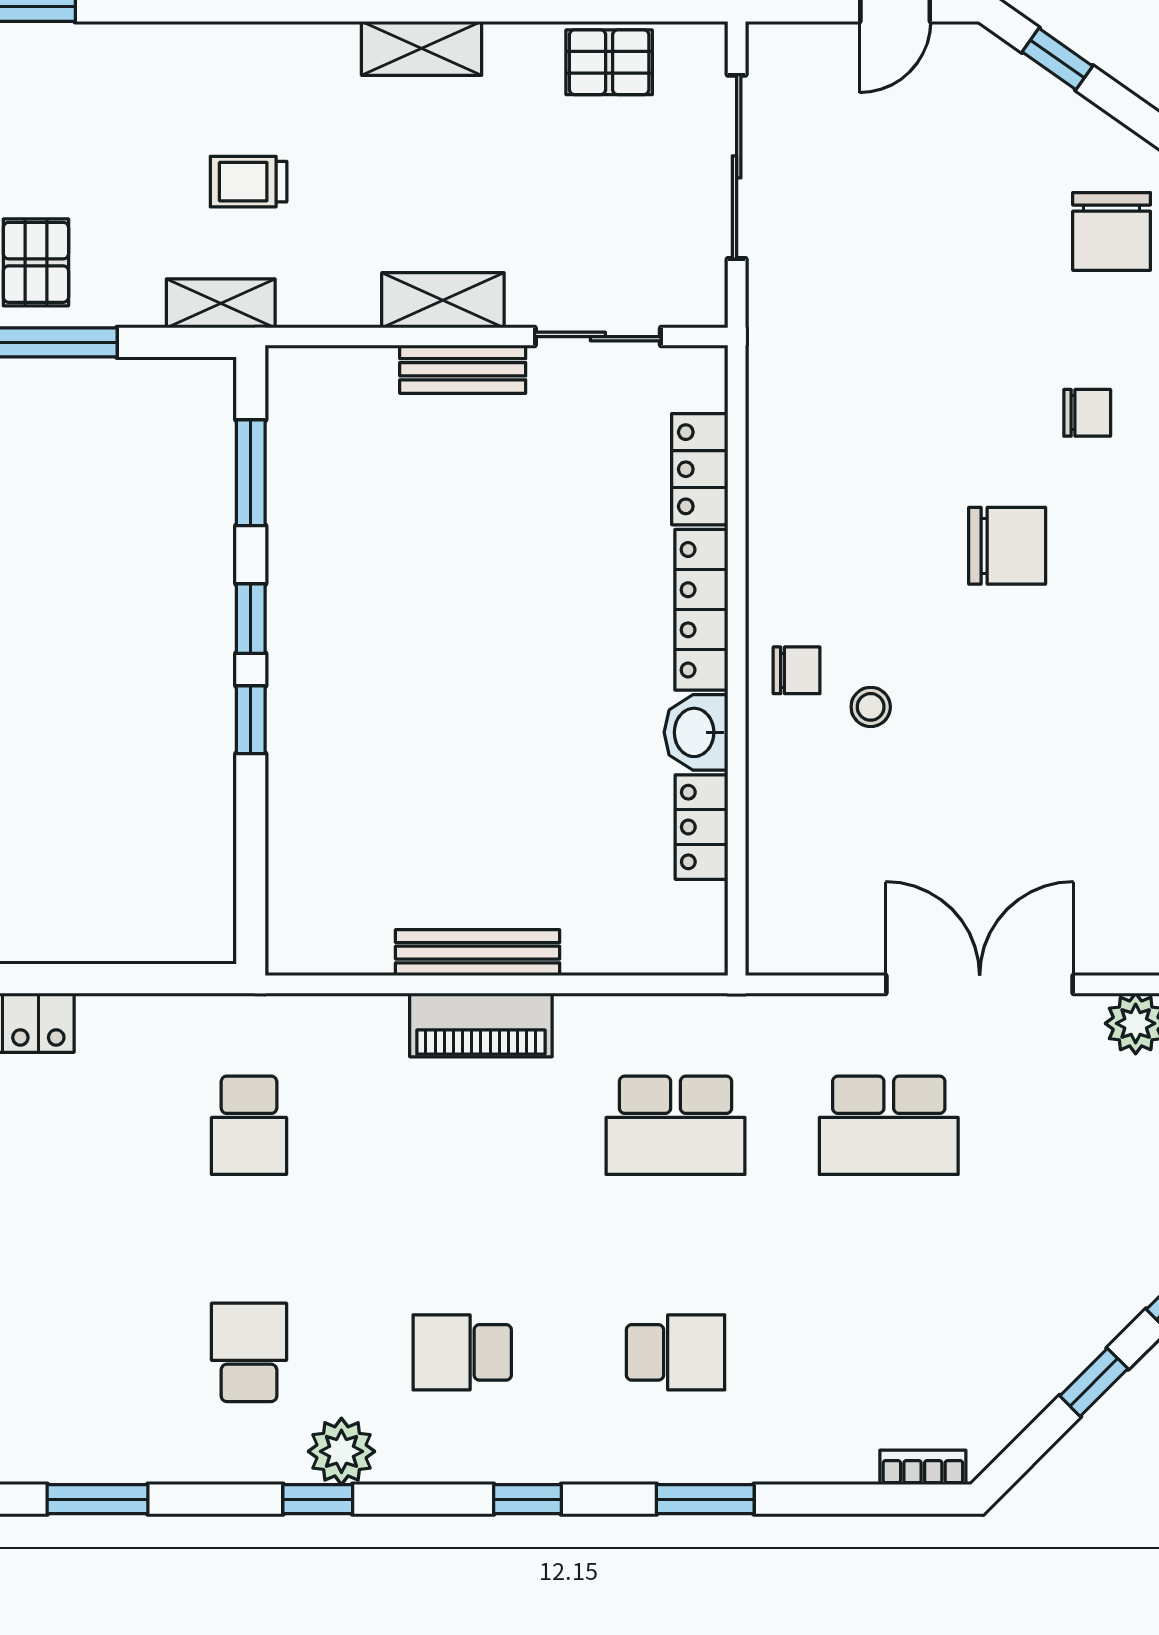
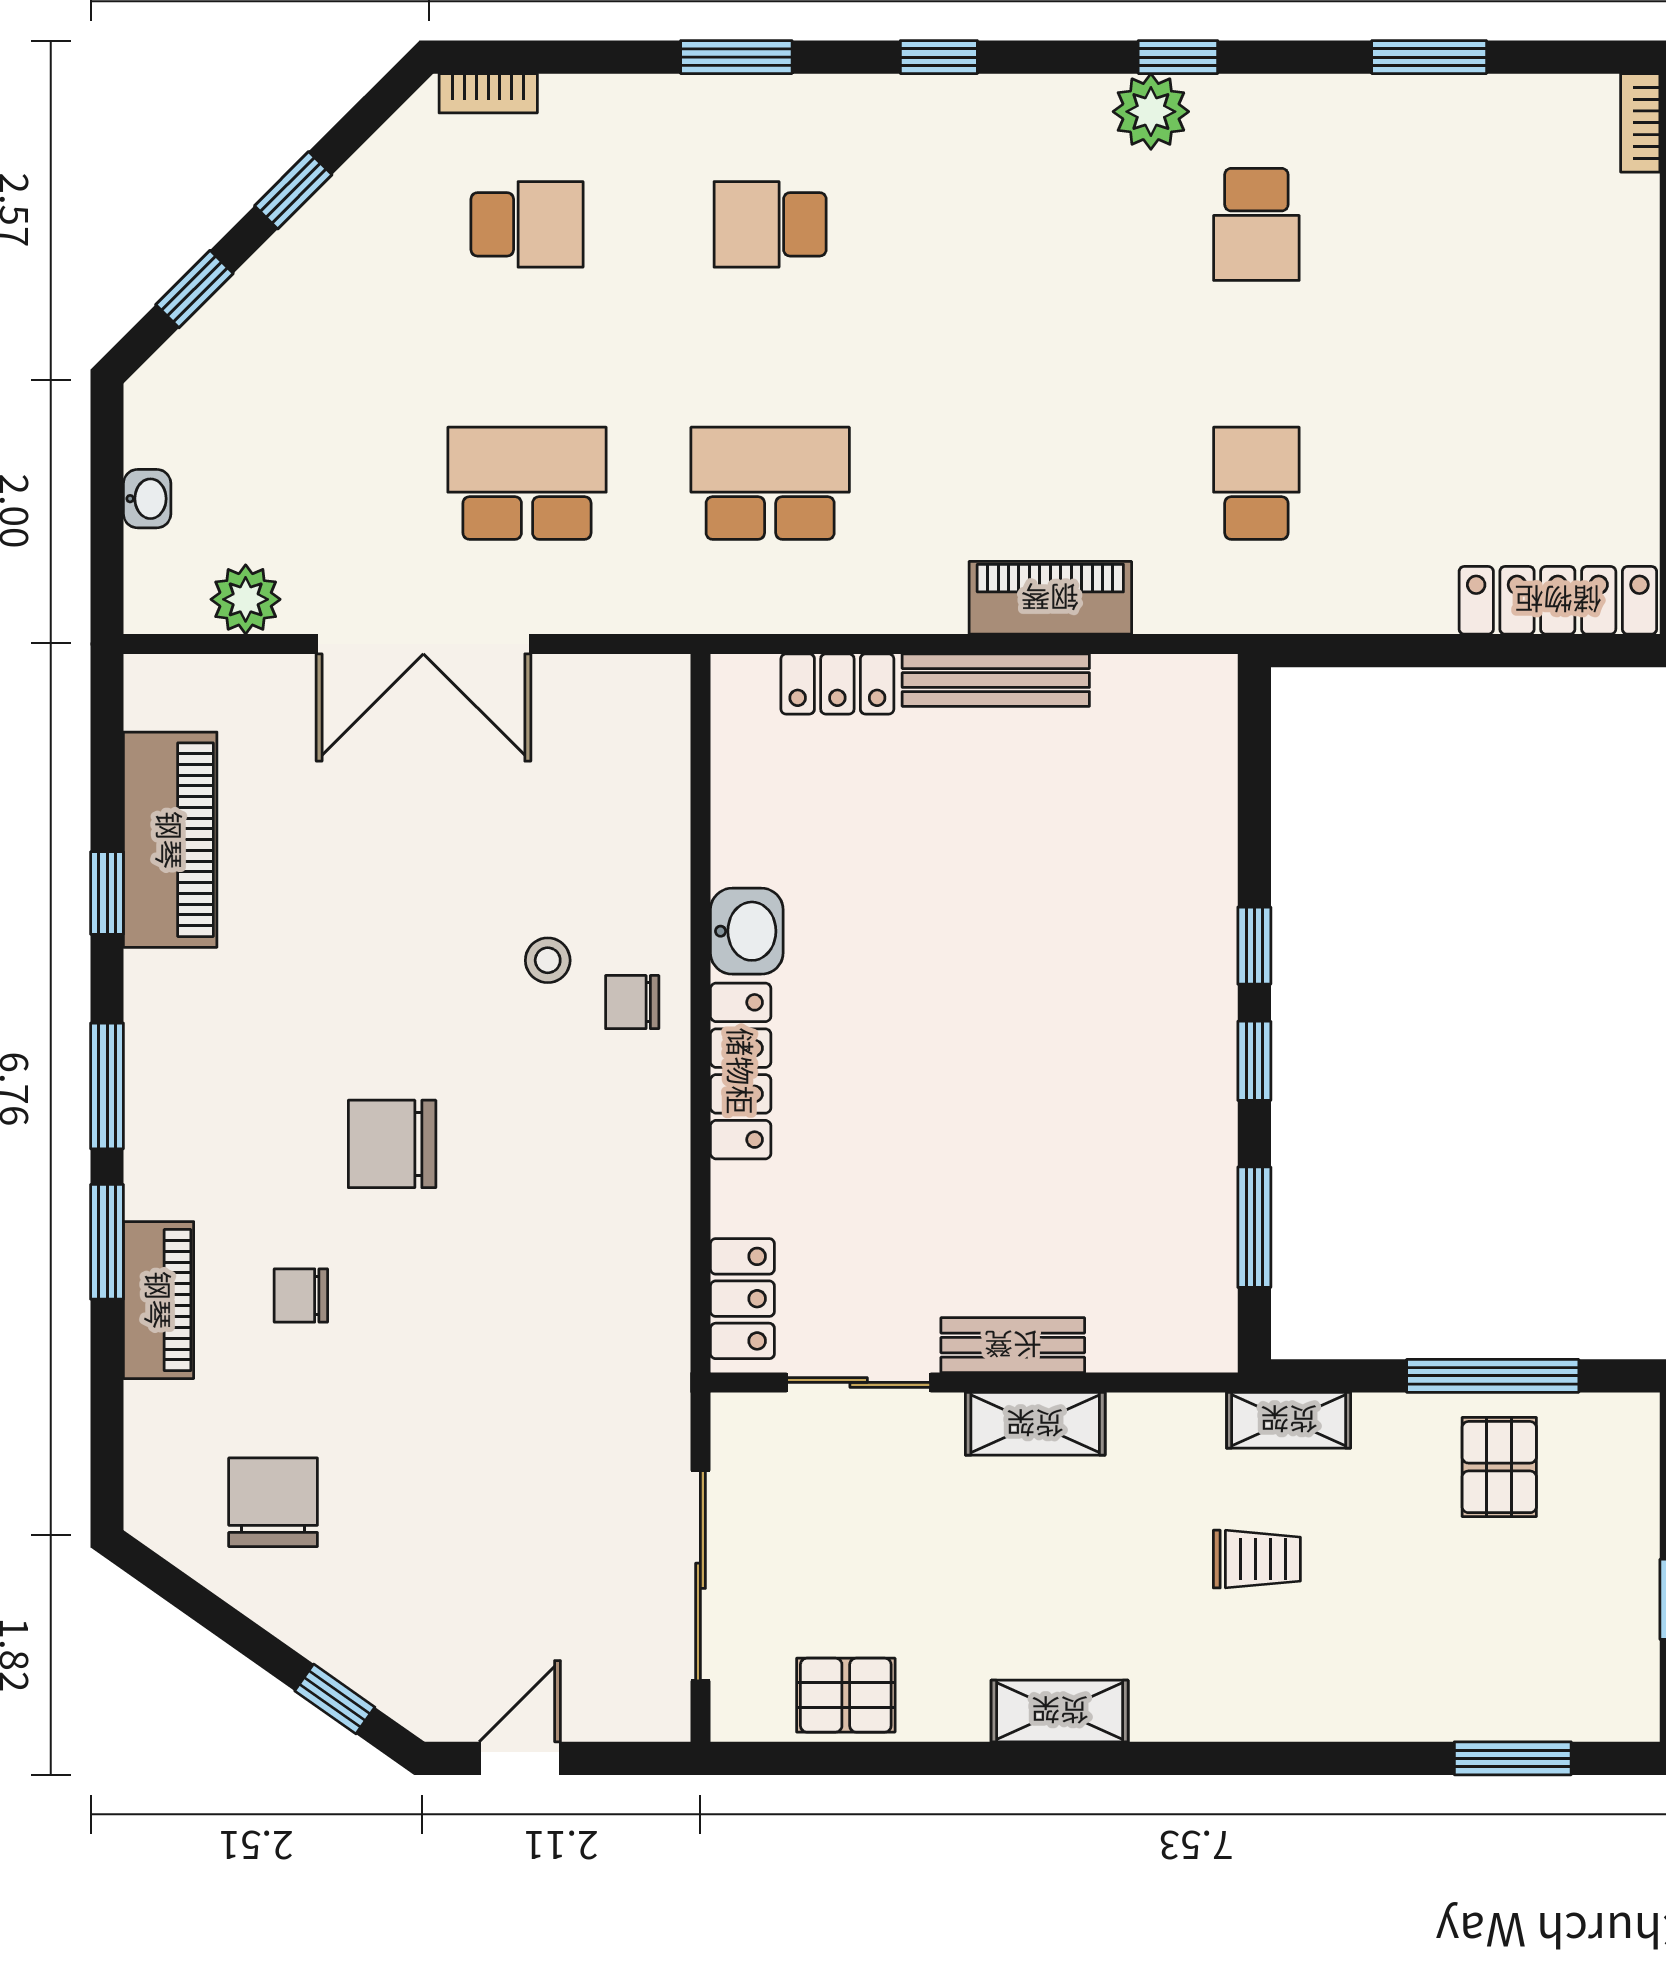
locker: (700, 469) -> (742, 1299), moved
locker: (702, 827) -> (837, 684), moved, turned 90
piano: (481, 1025) -> (1050, 598), moved
school desk: (462, 1352) -> (527, 224), moved

